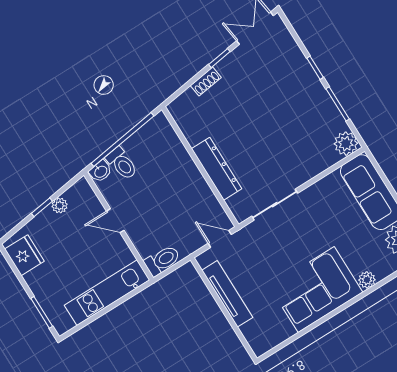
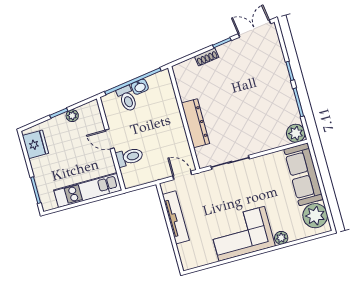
washbasin: (101, 171) -> (140, 87), moved
toilet: (162, 260) -> (129, 157), moved

